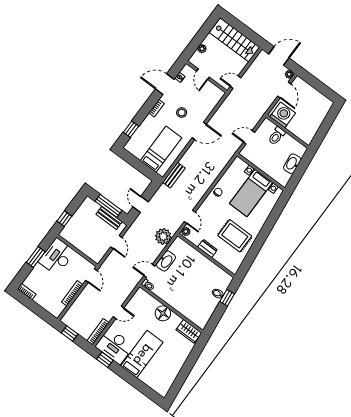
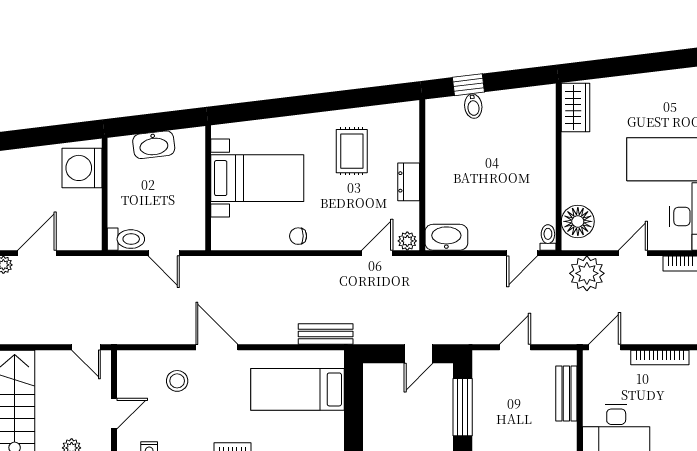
stool: (182, 113) -> (177, 381), moved
washing machine: (283, 115) -> (82, 168), moved
toilet: (277, 136) -> (126, 239), moved
bench: (109, 218) -> (566, 394), moved
plant: (163, 236) -> (587, 273), moved
rug: (235, 236) -> (352, 151), width x0.73, depth x0.70
washbasin: (166, 261) -> (446, 237), moved
door: (149, 271) -> (522, 253), hinge flipped
door: (119, 312) -> (633, 253), hinge flipped
floor lamp: (163, 313) -> (578, 221), moved

